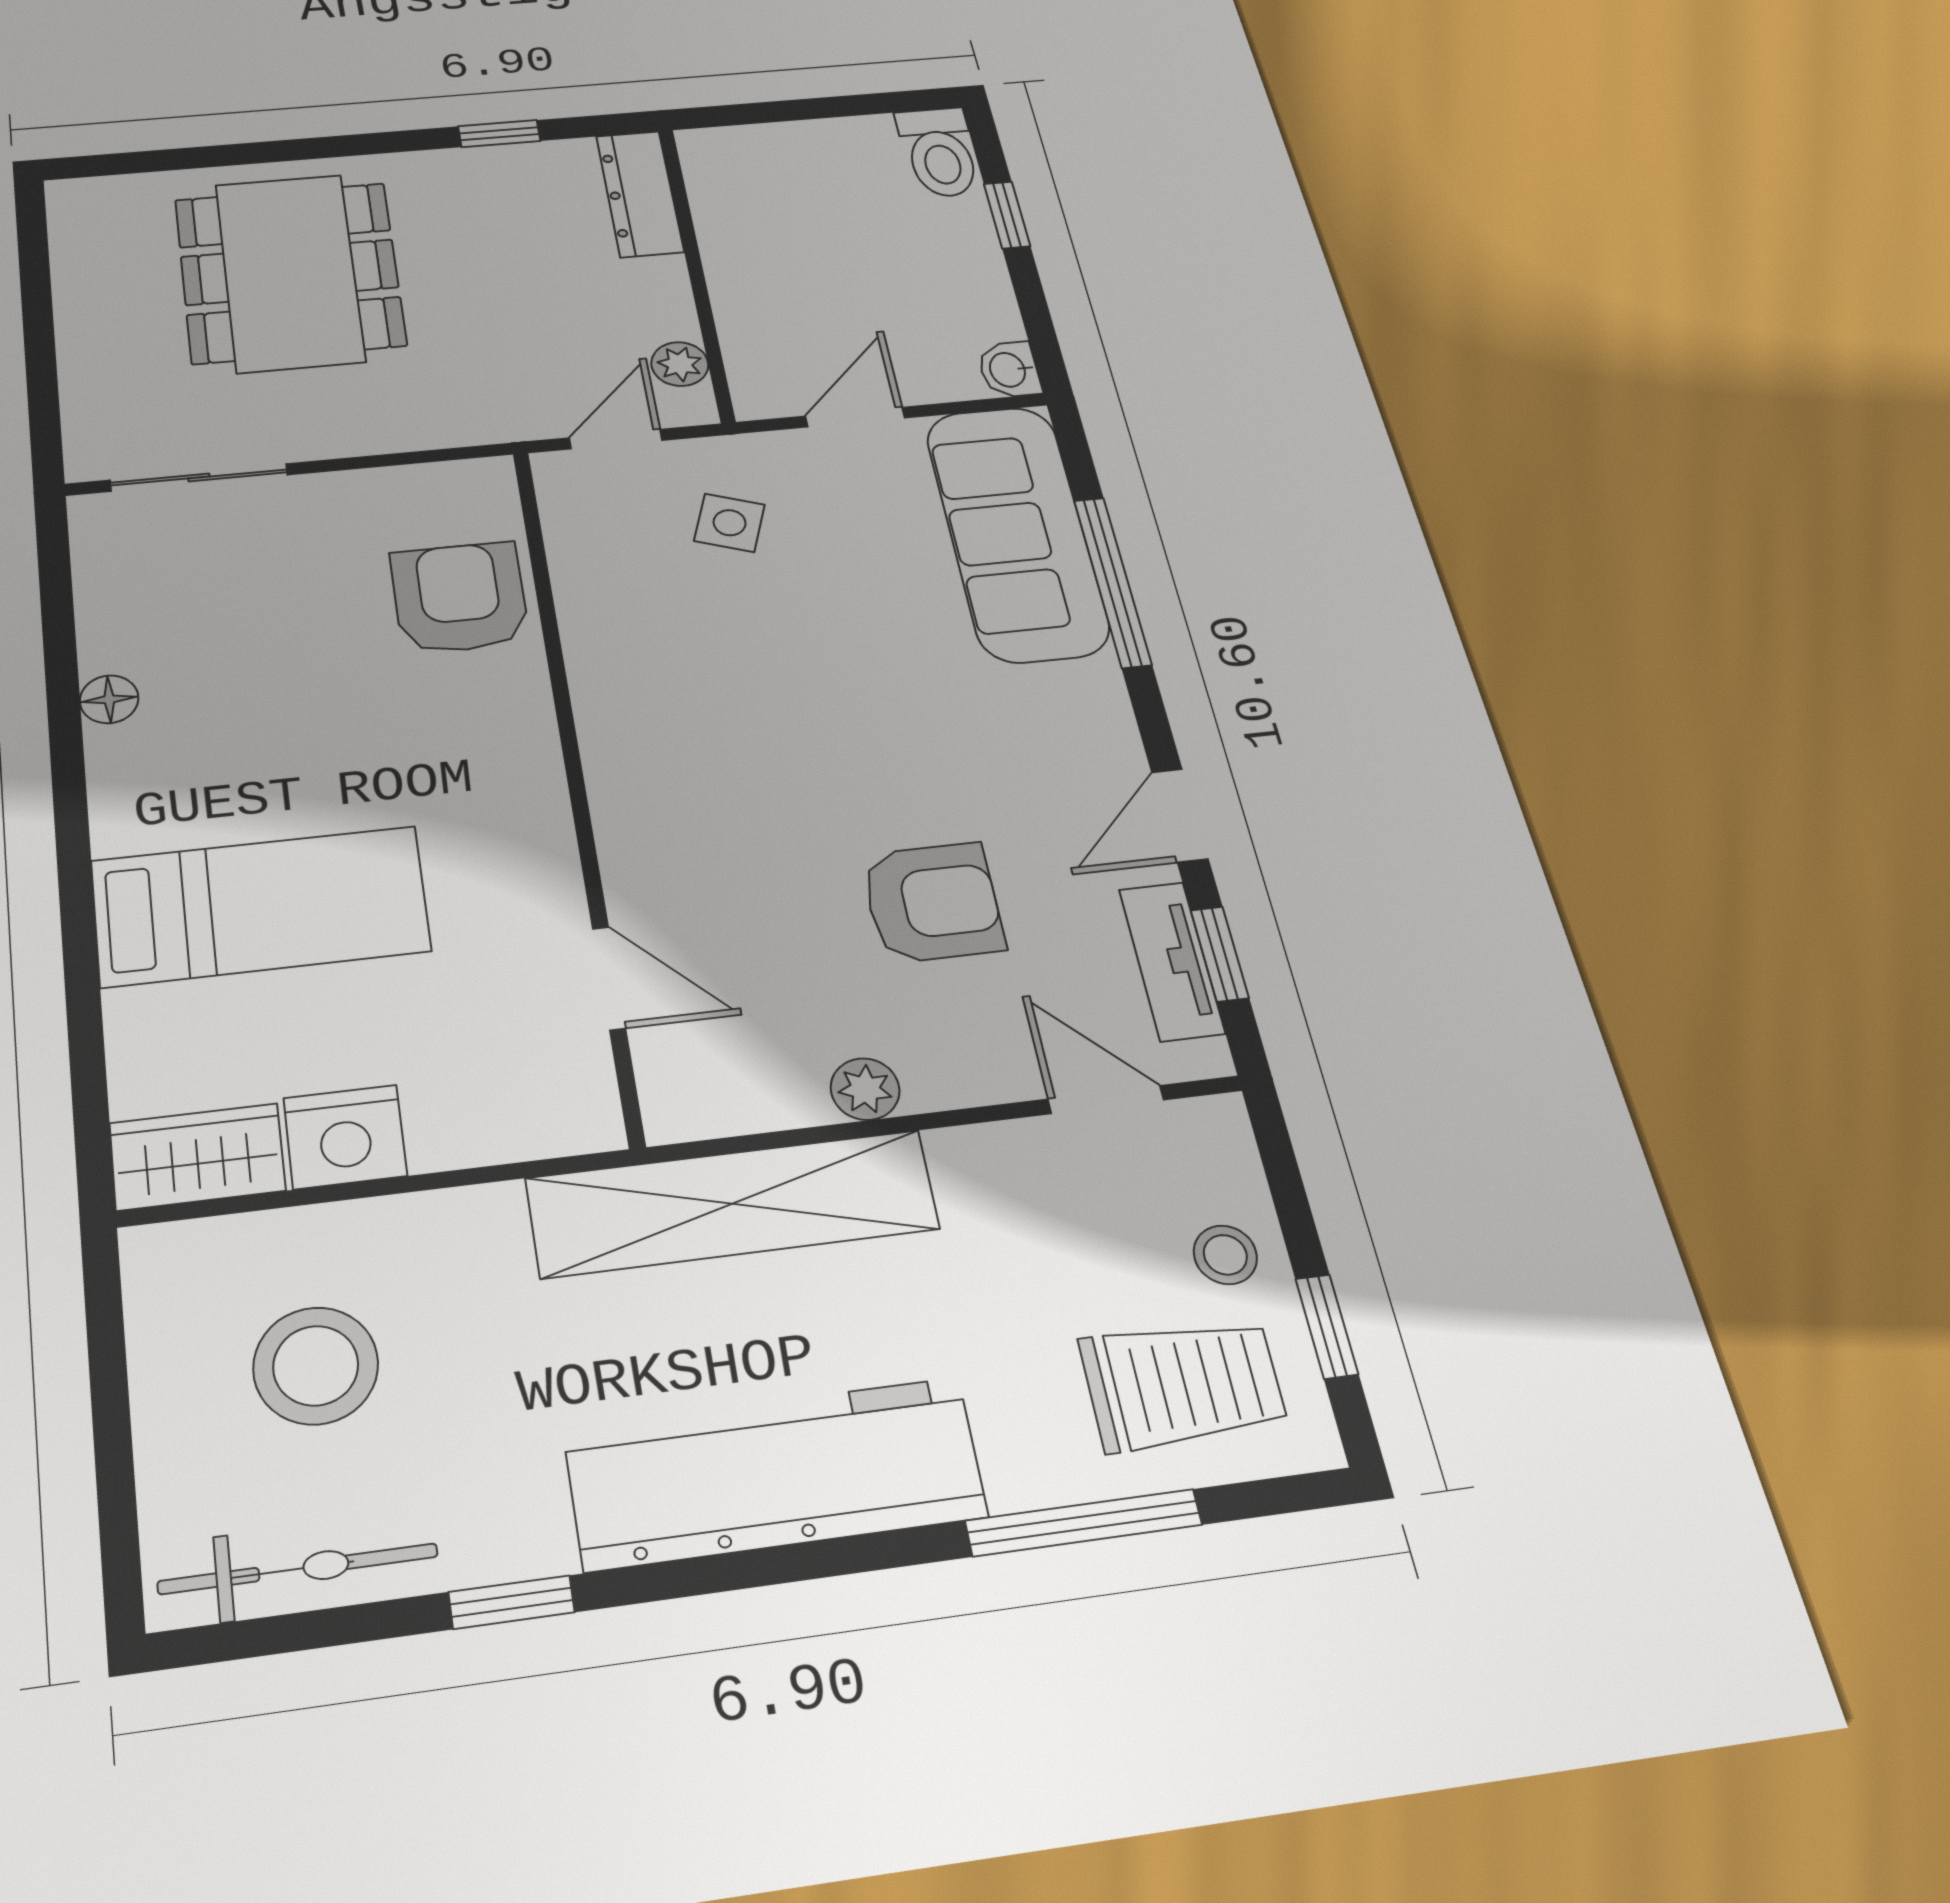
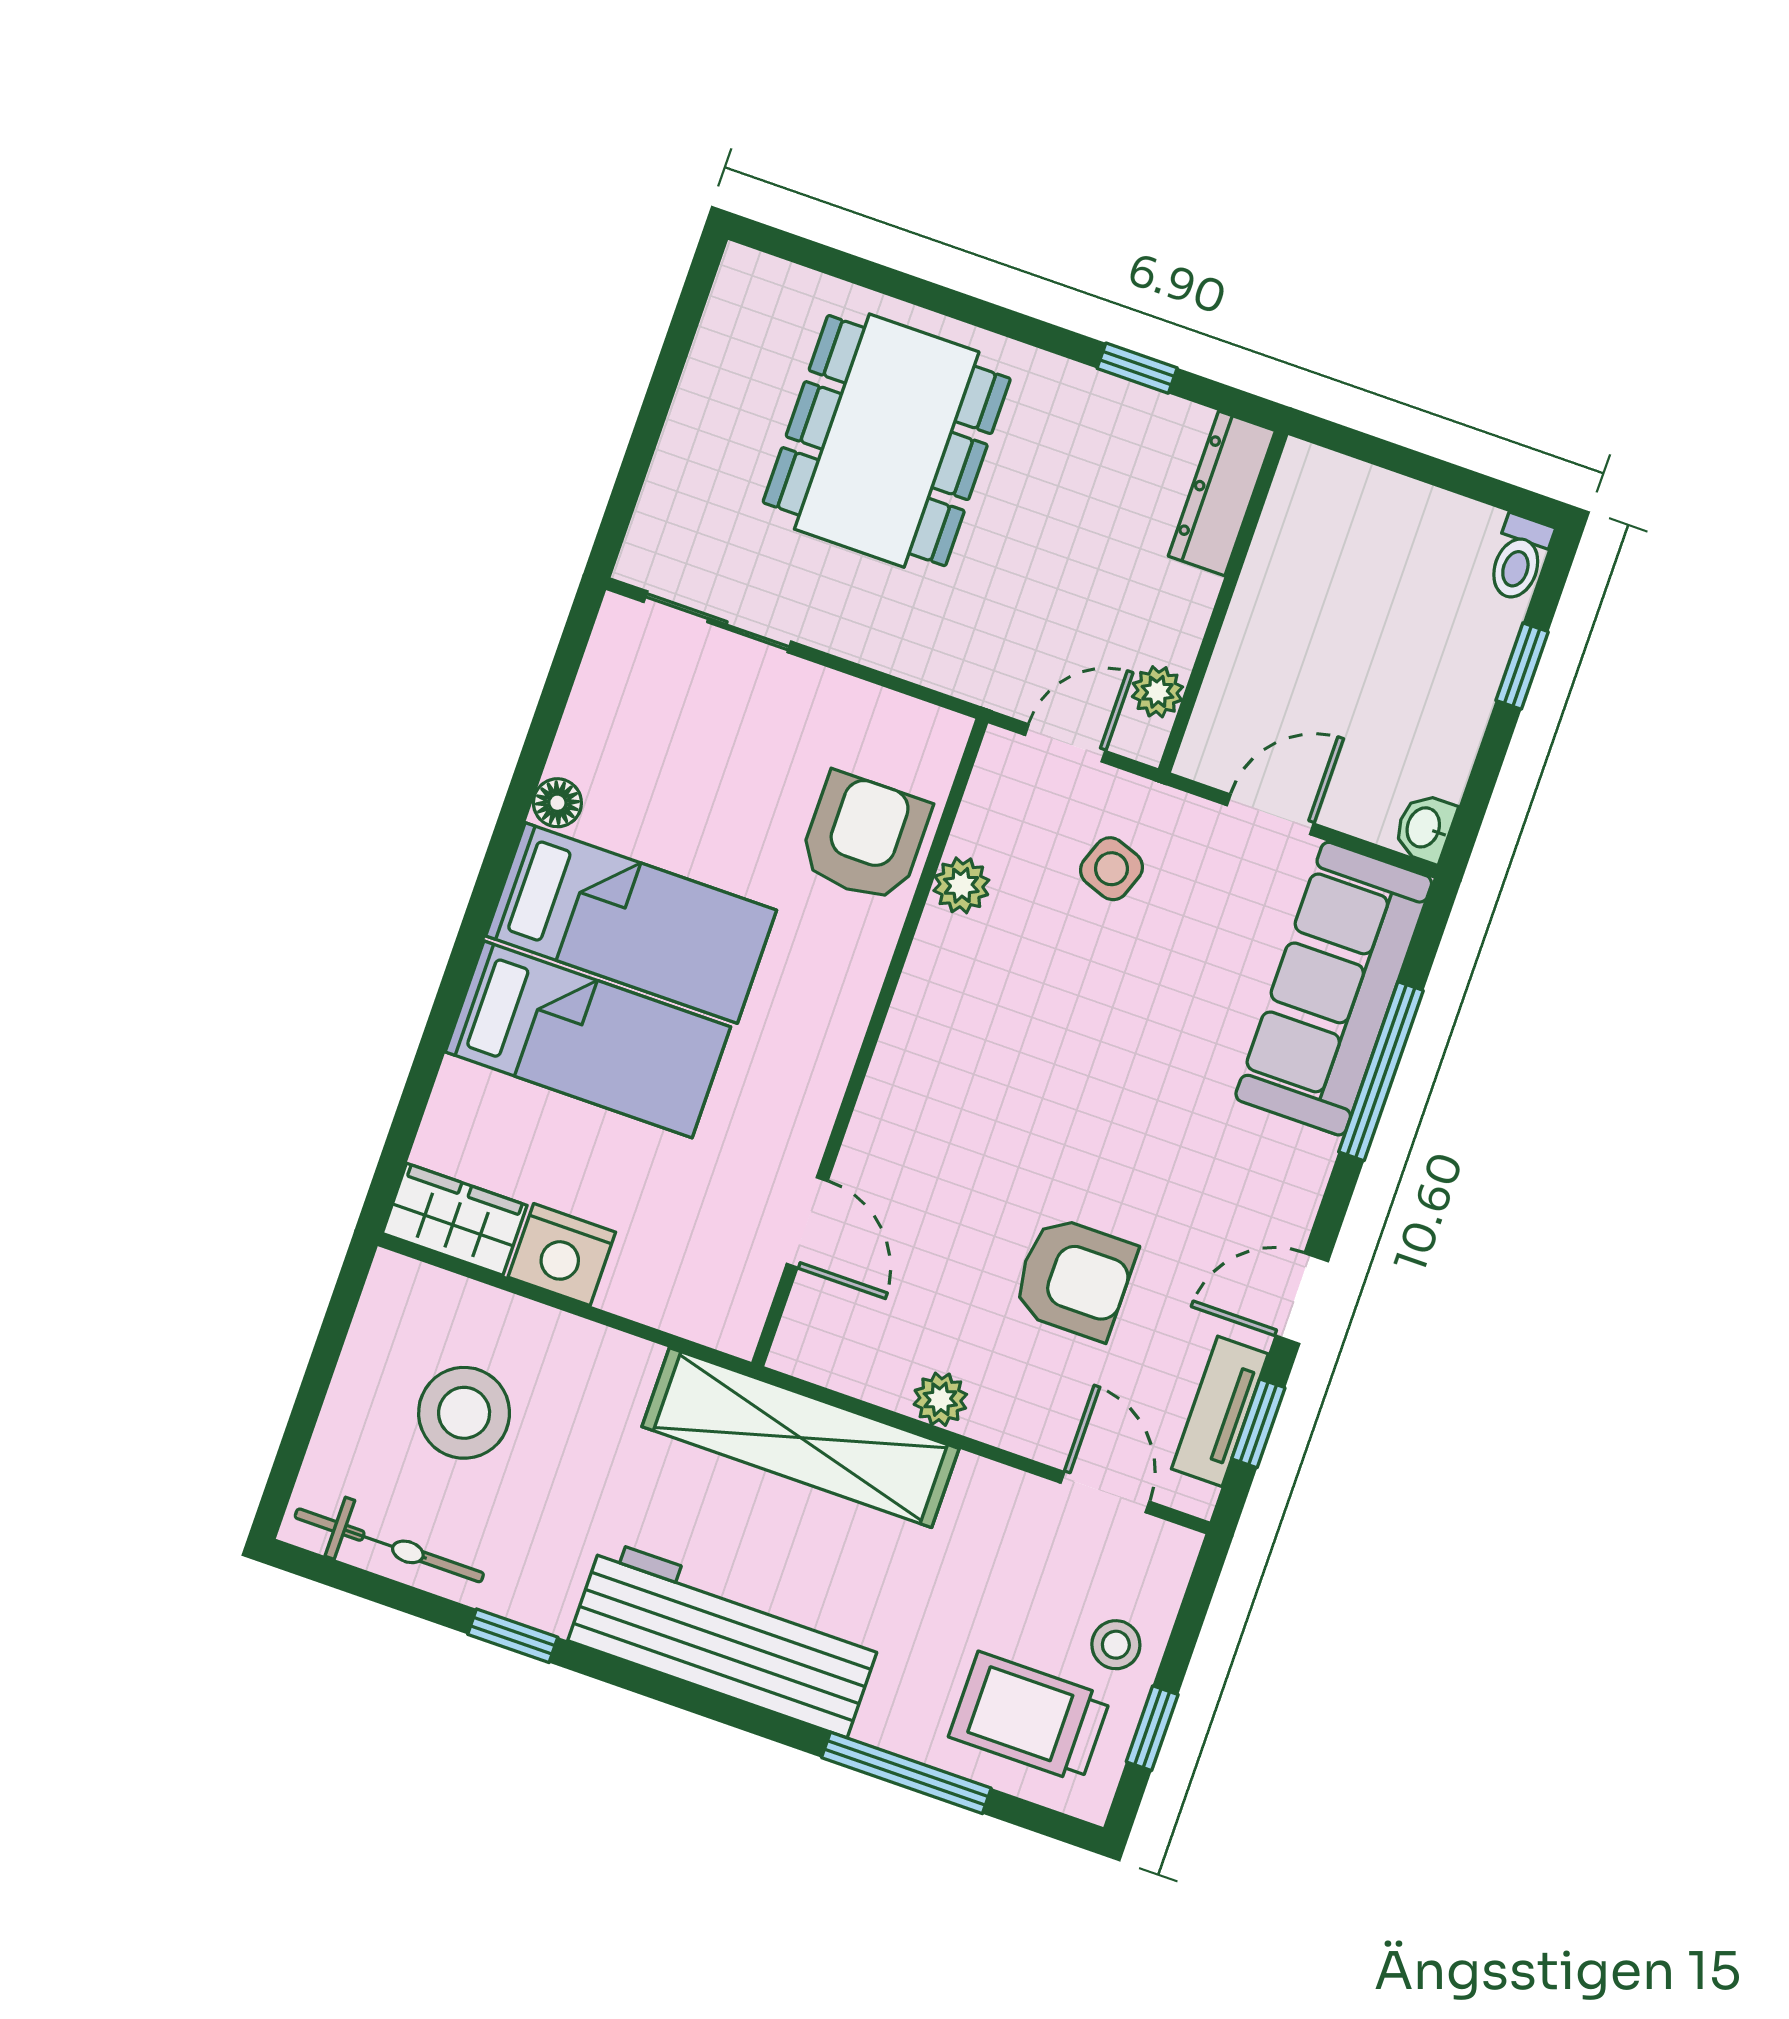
toilet: (939, 152) -> (1519, 558), width x0.73, depth x0.72
plant: (586, 598) -> (961, 885), added
bed: (250, 776) -> (631, 923), added
trolley: (1183, 1384) -> (1030, 1717), turned 180

